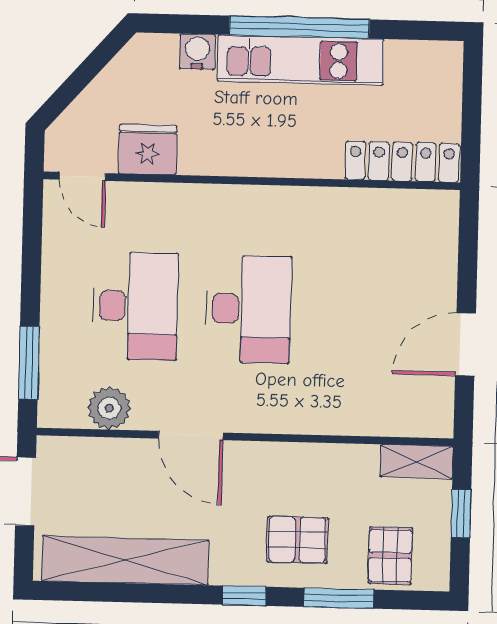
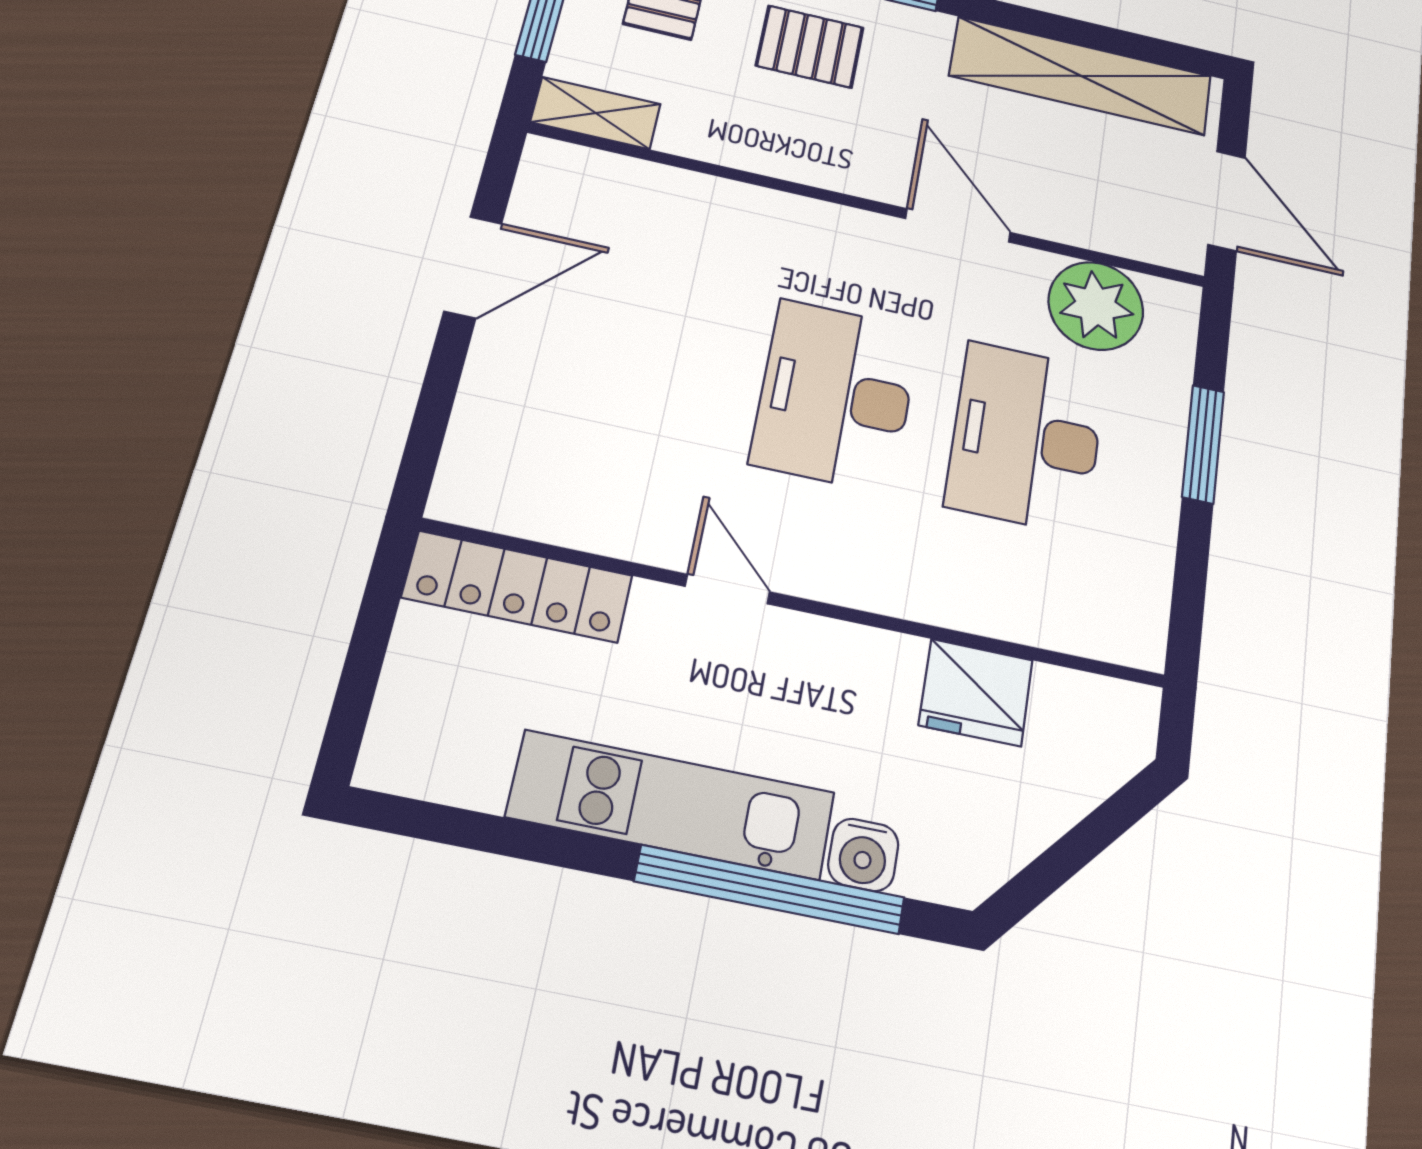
window: (299, 27) -> (770, 889), moved
door: (82, 176) -> (727, 589), moved
window: (29, 363) -> (1203, 444), moved
plant: (109, 408) -> (1096, 306), width x1.36, depth x1.36

